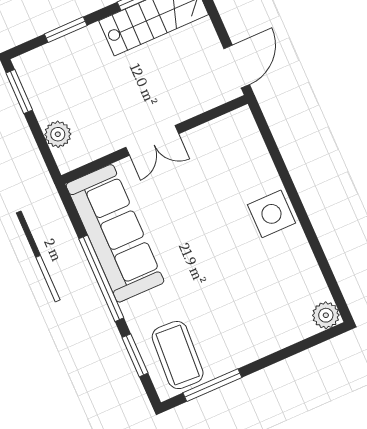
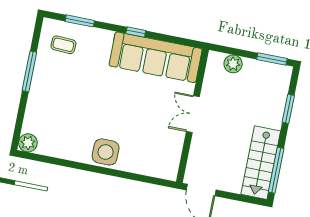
window: (101, 278) -> (136, 32), width x0.32
coffee table: (178, 355) -> (63, 45), width x0.54, depth x0.58
window: (212, 385) -> (29, 71), moved

